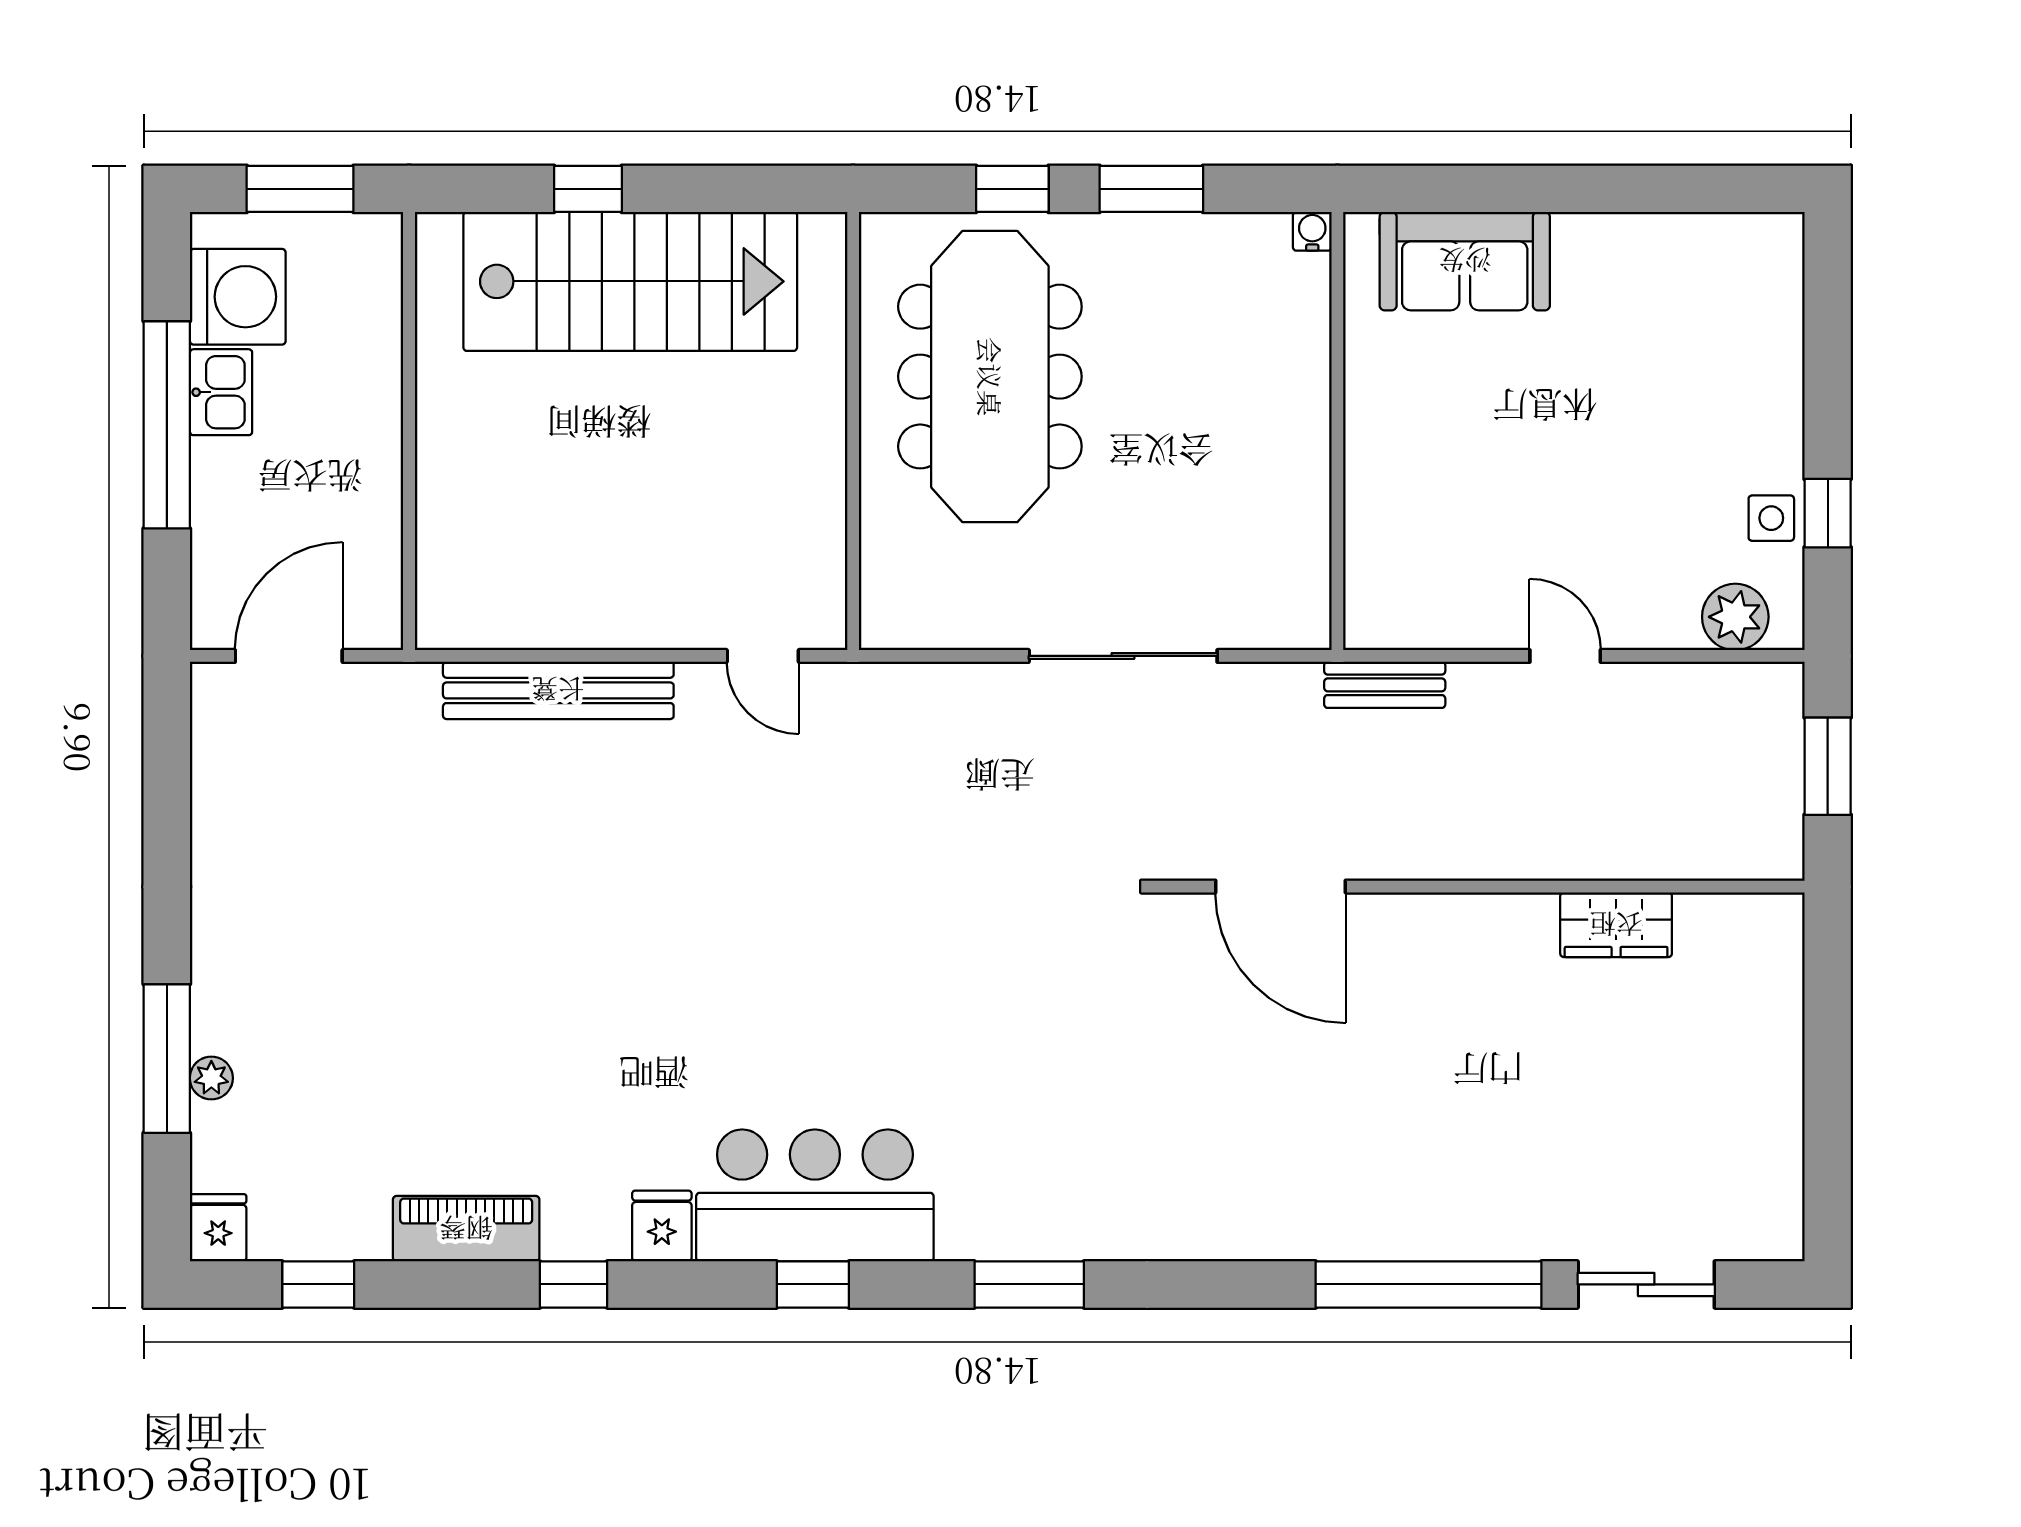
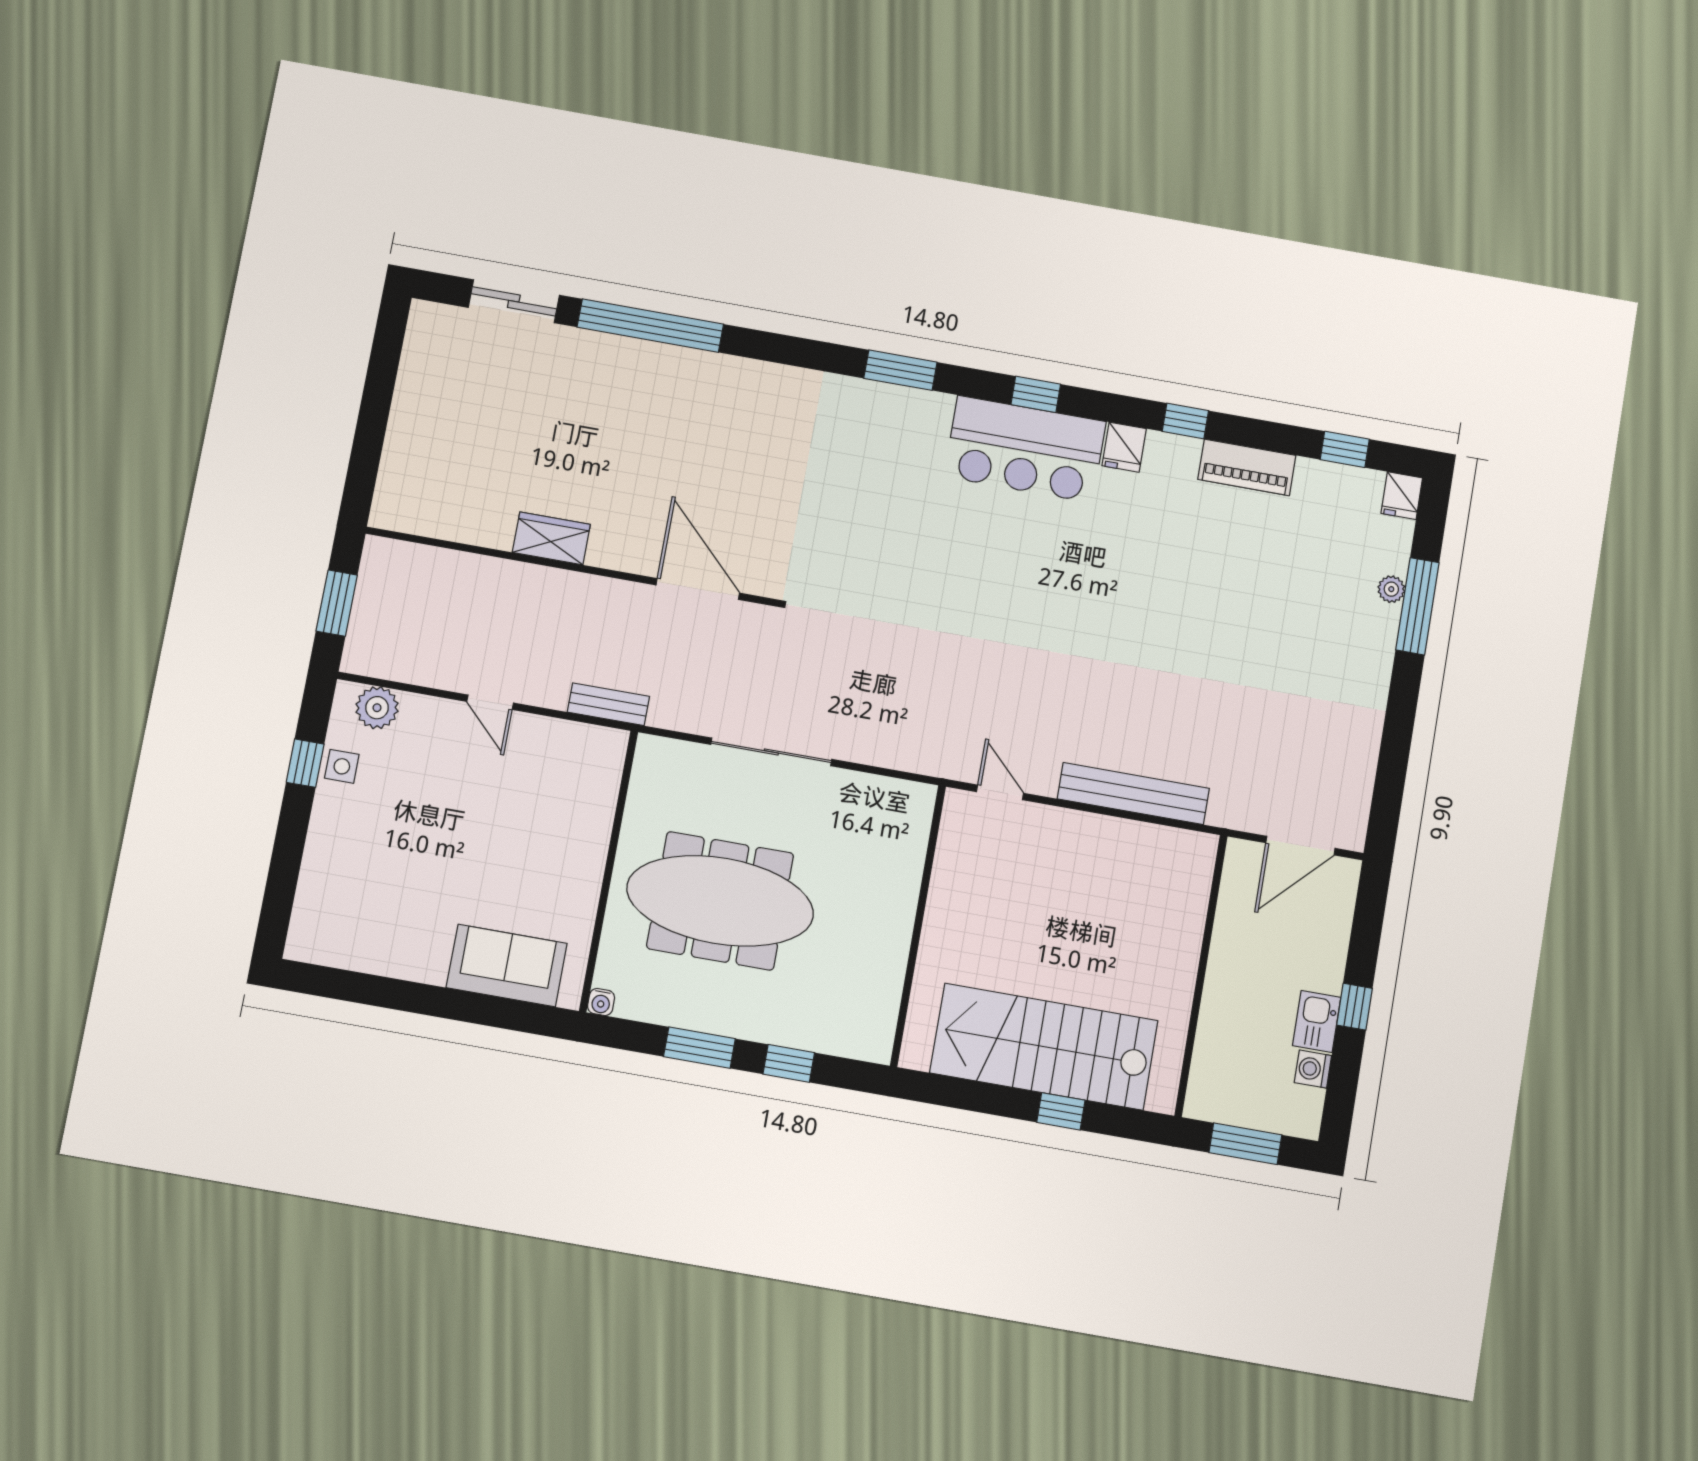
washing machine: (238, 297) -> (1313, 1069), width x0.53, depth x0.53
meeting table: (990, 377) -> (720, 901), moved, turned 90
window: (167, 425) -> (1355, 1007), width x0.32
wardrobe: (1616, 925) -> (551, 538), moved

